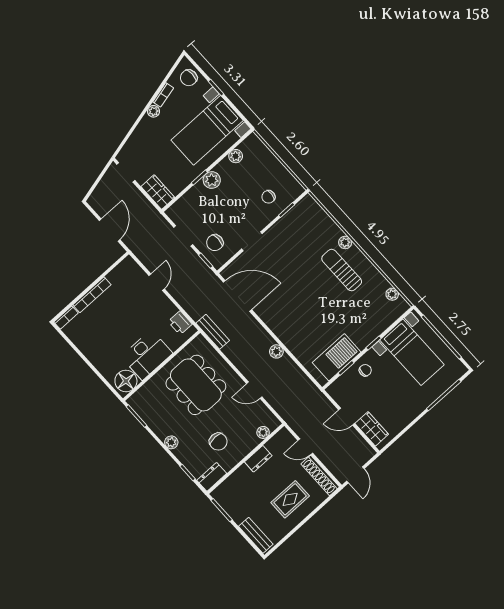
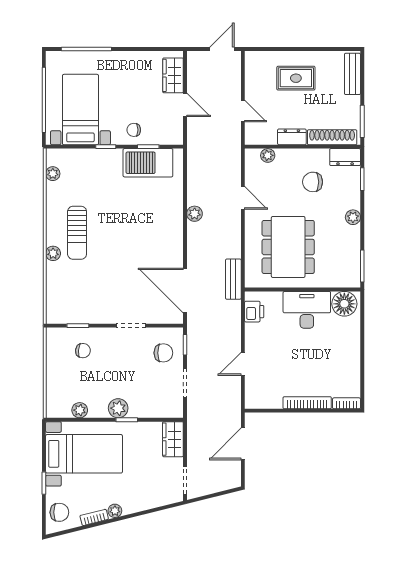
chair: (218, 442) -> (313, 182), turned -90
shoe rack: (320, 475) -> (332, 137), moved, turned -90

